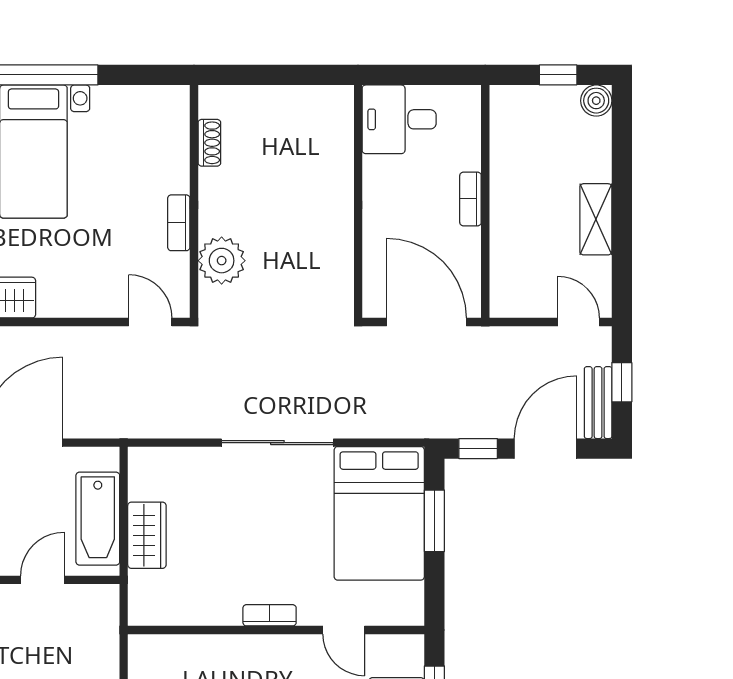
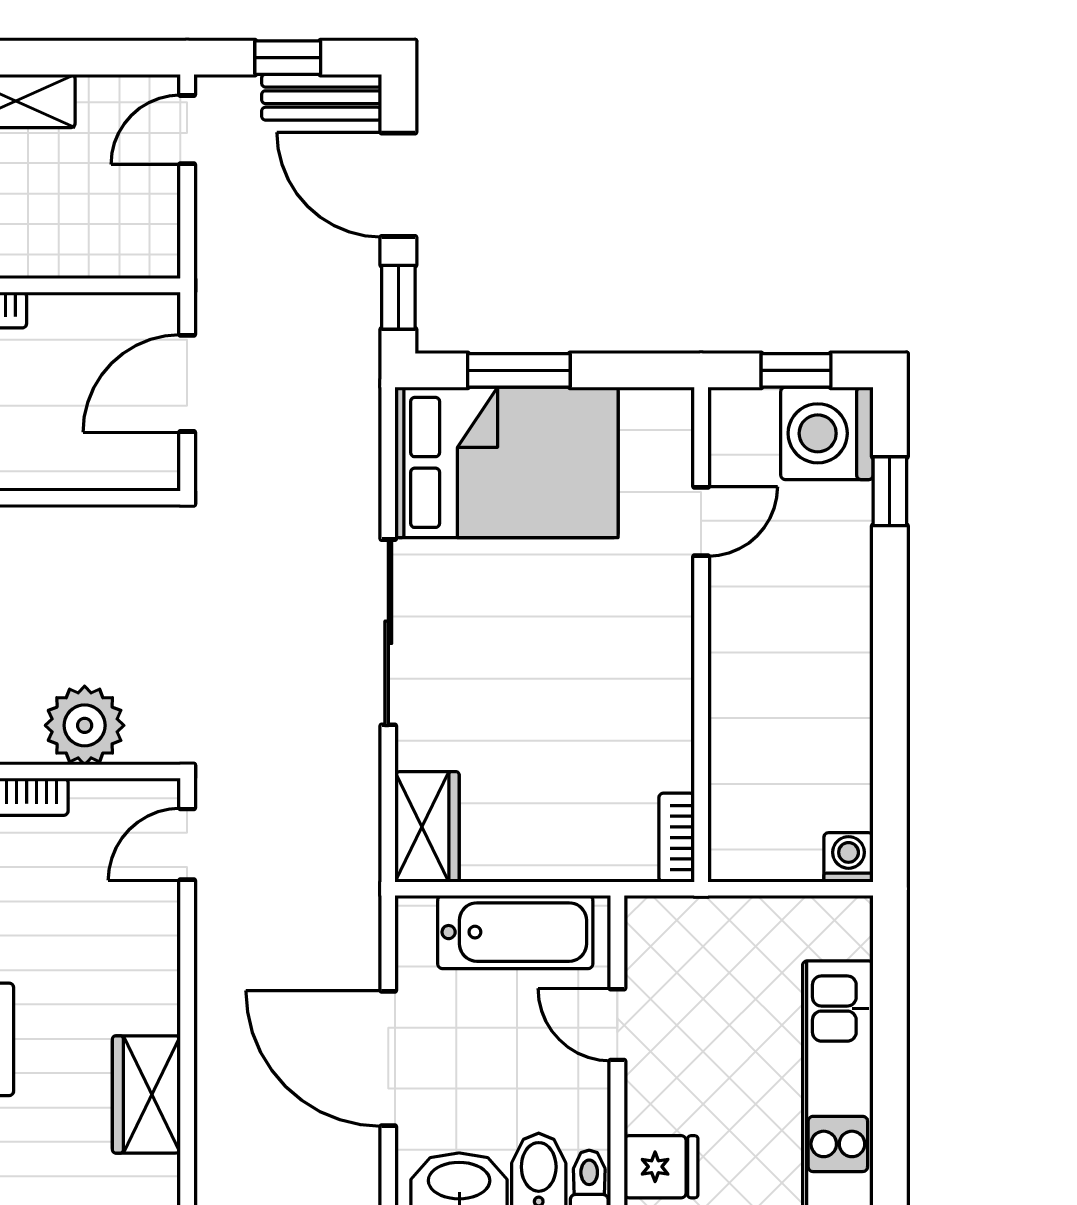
door: (427, 322) -> (187, 383), width x0.73
wardrobe: (147, 535) -> (427, 827), moved, turned 90
bookcase: (270, 615) -> (677, 838), moved

